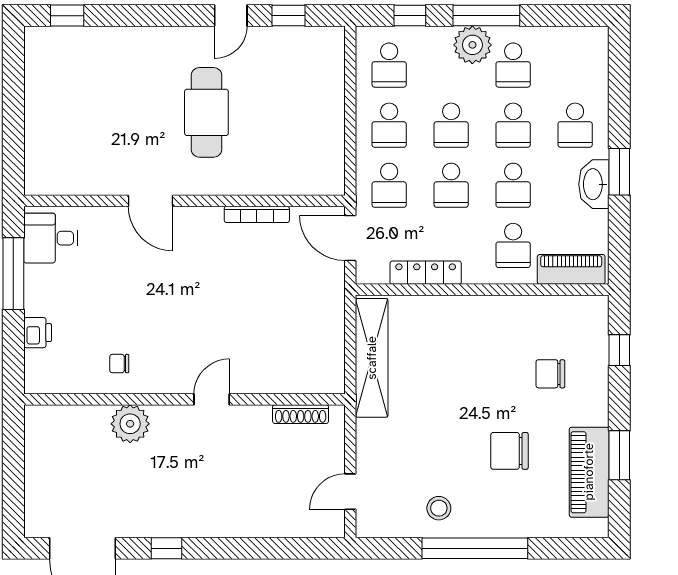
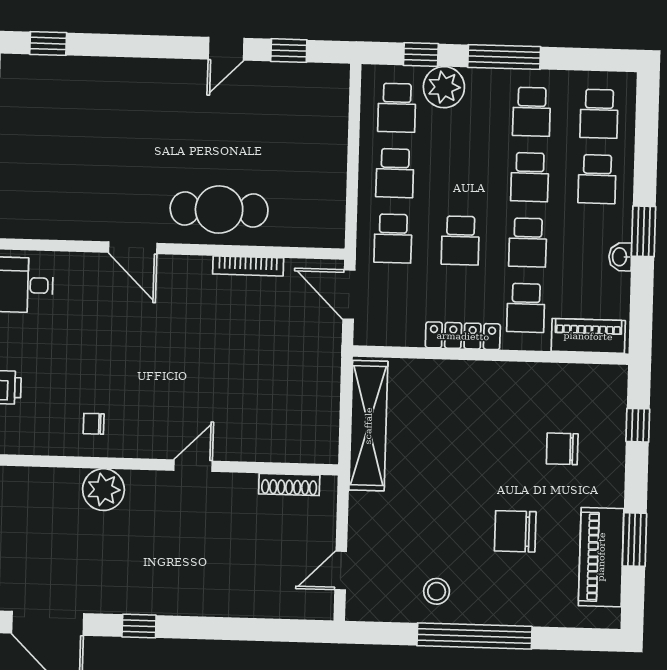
plant: (472, 45) -> (444, 87), moved
cafe table: (206, 112) -> (219, 210), moved, turned 90
school desk: (451, 125) -> (599, 114), moved
washbasin: (594, 184) -> (620, 257), width x0.52, depth x0.69
locker: (426, 273) -> (463, 336), moved

